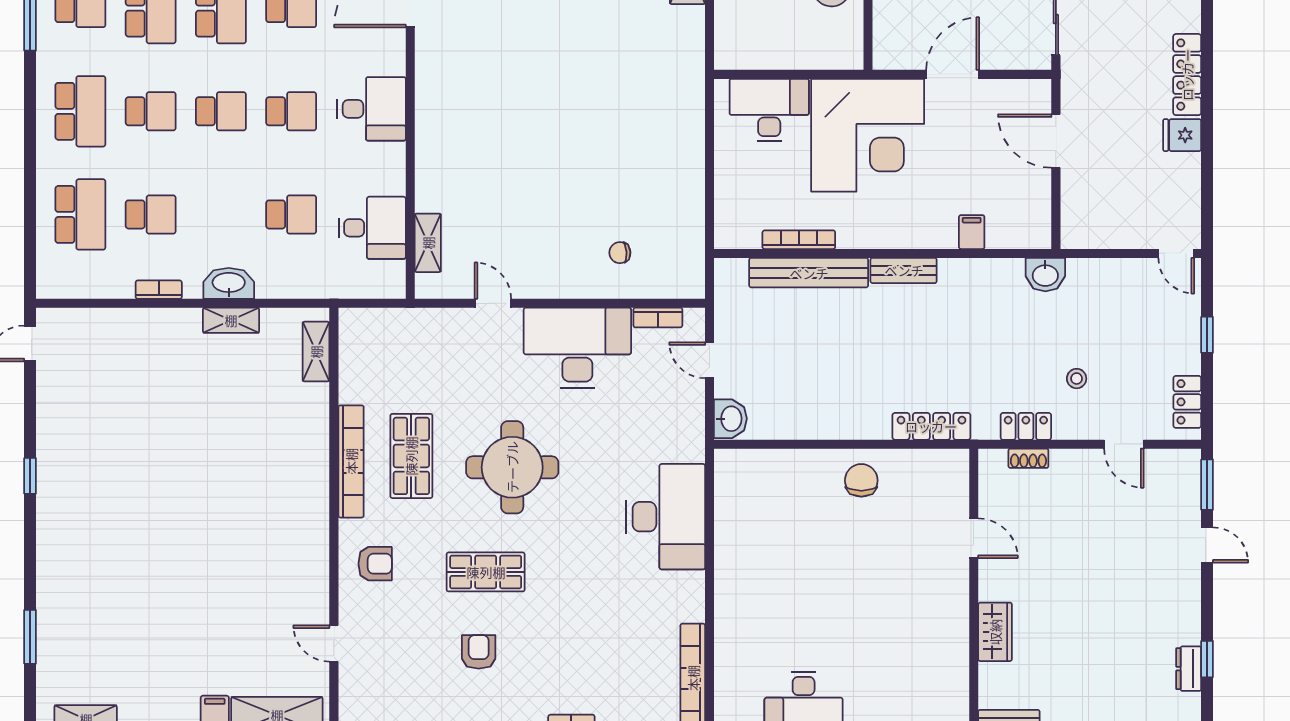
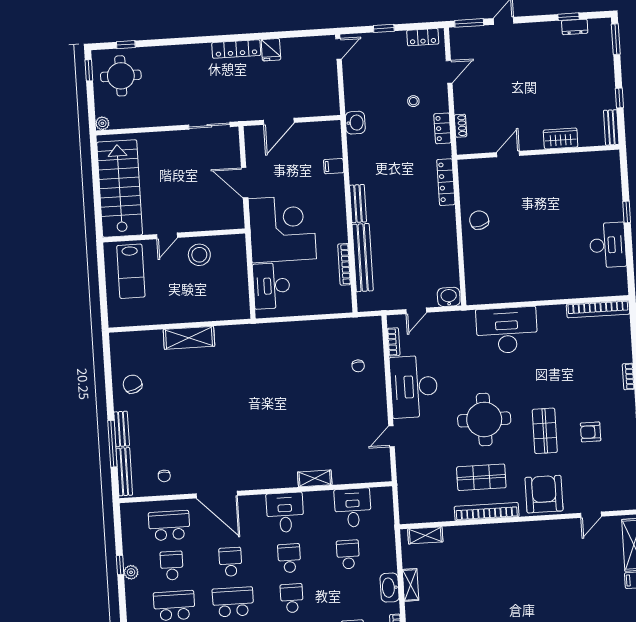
shelving: (428, 243) -> (315, 478), moved
chair: (861, 480) -> (479, 220), turned 75
armchair: (375, 564) -> (544, 494), width x1.88, depth x1.88

